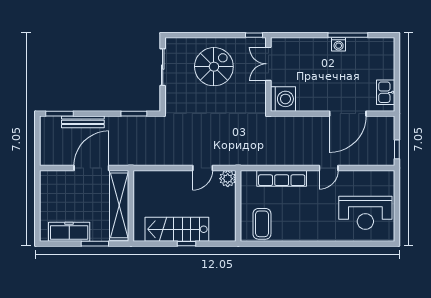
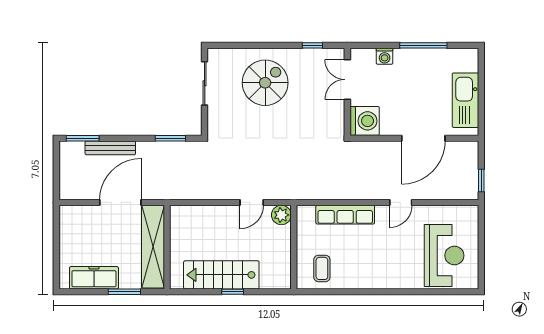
washing machine: (339, 44) -> (385, 56), moved
double door: (268, 64) -> (347, 80), moved
wall: (268, 74) -> (347, 92), moved
kitchen sink: (386, 92) -> (465, 100), width x1.88, depth x1.24
washing machine: (283, 99) -> (365, 121), moved
reception desk: (365, 213) -> (444, 256), turned -90
coffee table: (262, 224) -> (322, 268), width x0.73, depth x0.77

